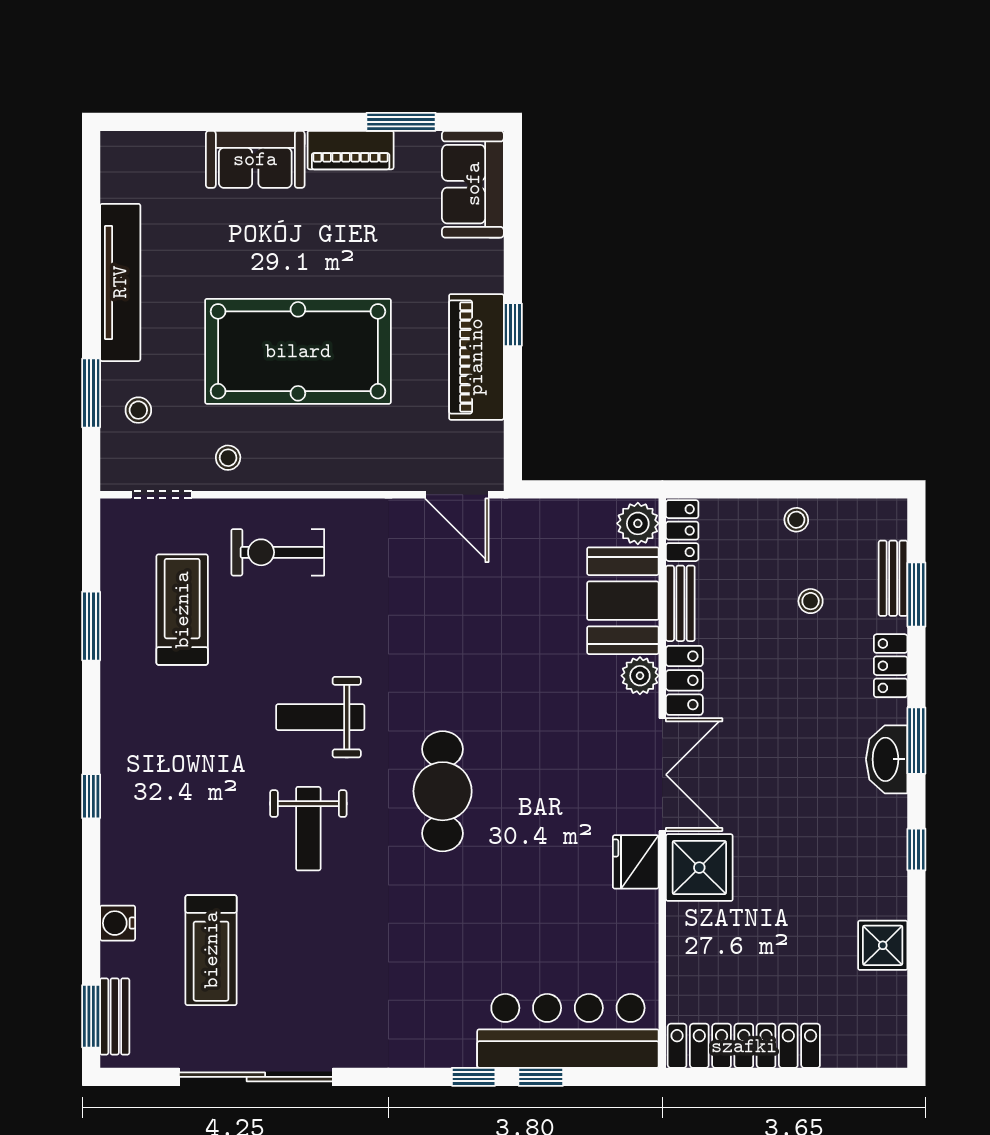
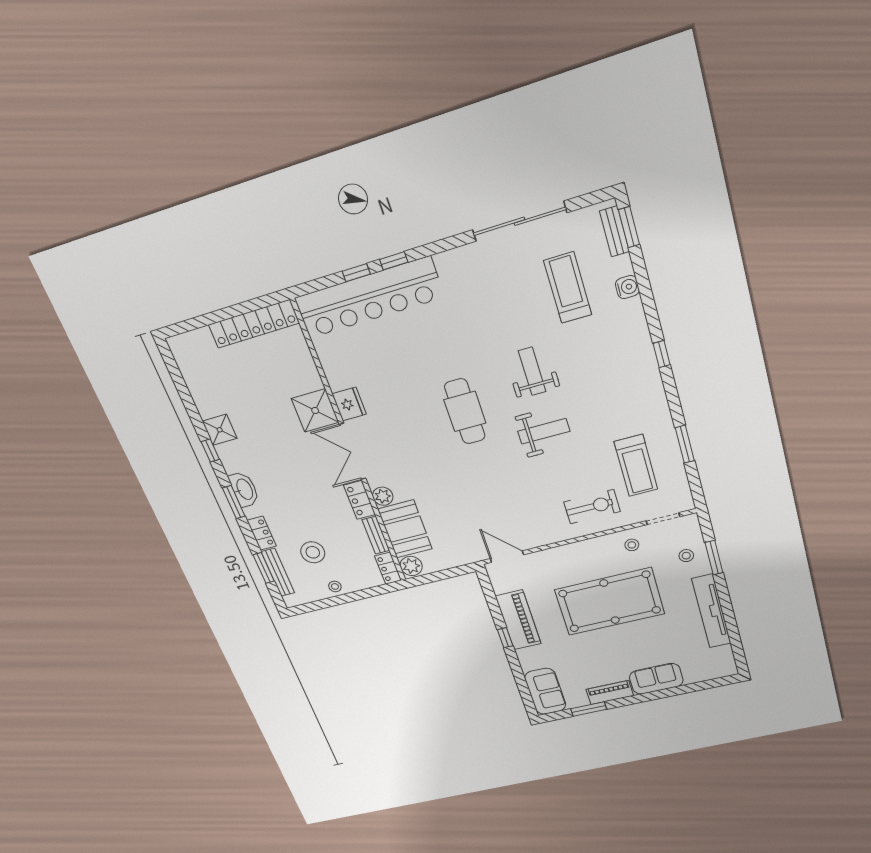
bench: (893, 578) -> (278, 572), width x1.36
stool: (811, 601) -> (313, 552), width x1.89, depth x1.89
shower: (883, 945) -> (220, 430), moved
bar counter: (568, 1031) -> (369, 298), width x1.36

